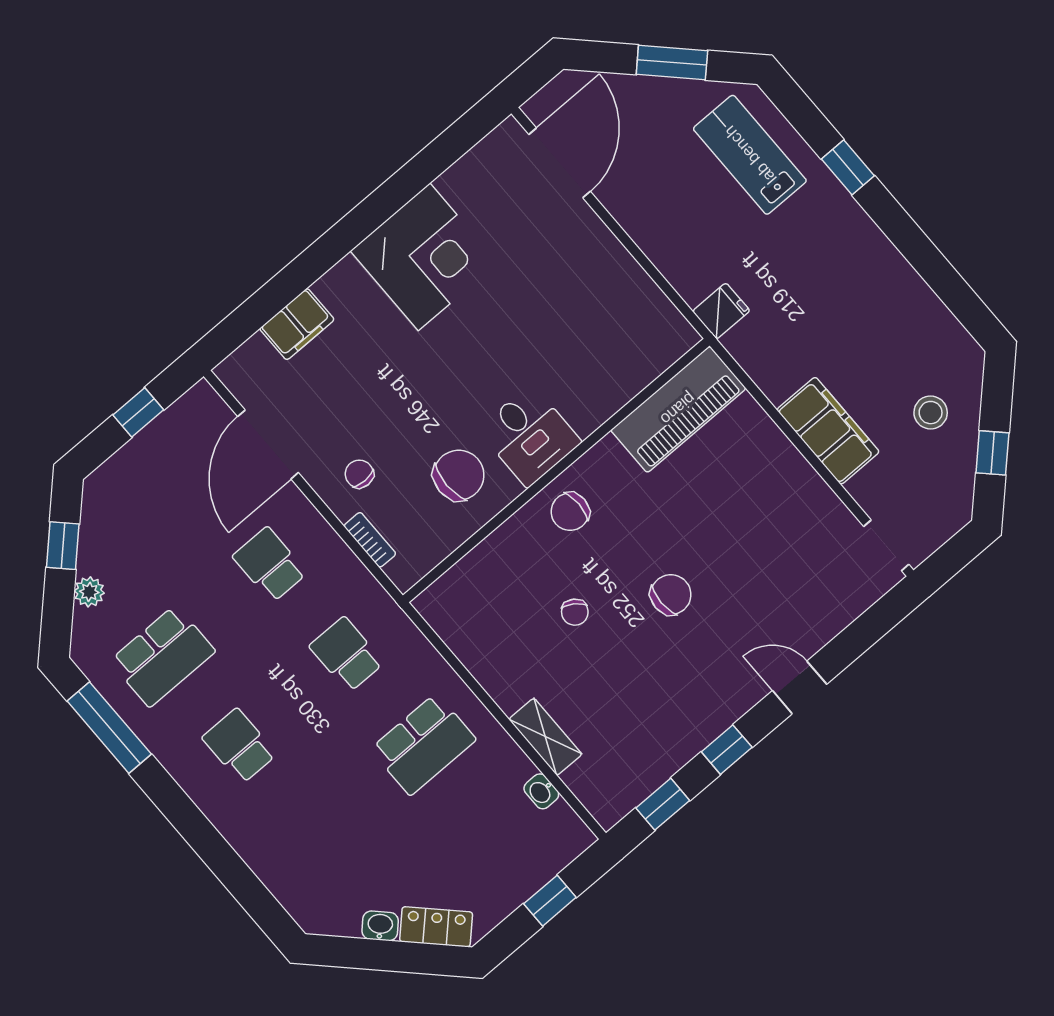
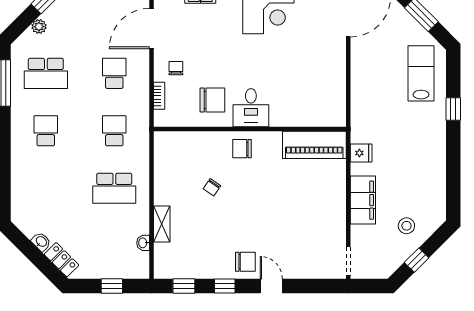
fridge: (721, 311) -> (361, 153), moved
chair: (671, 595) -> (245, 262), moved

